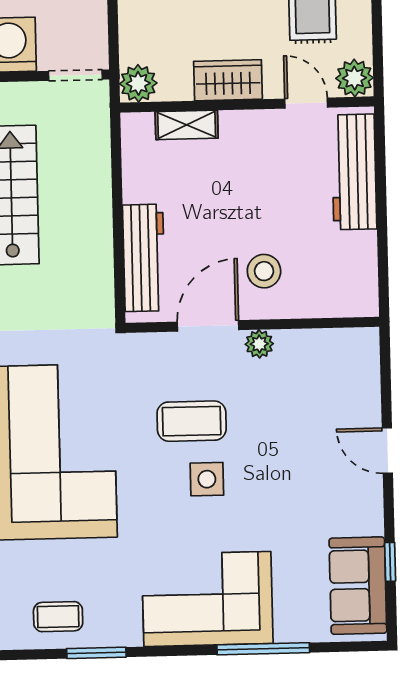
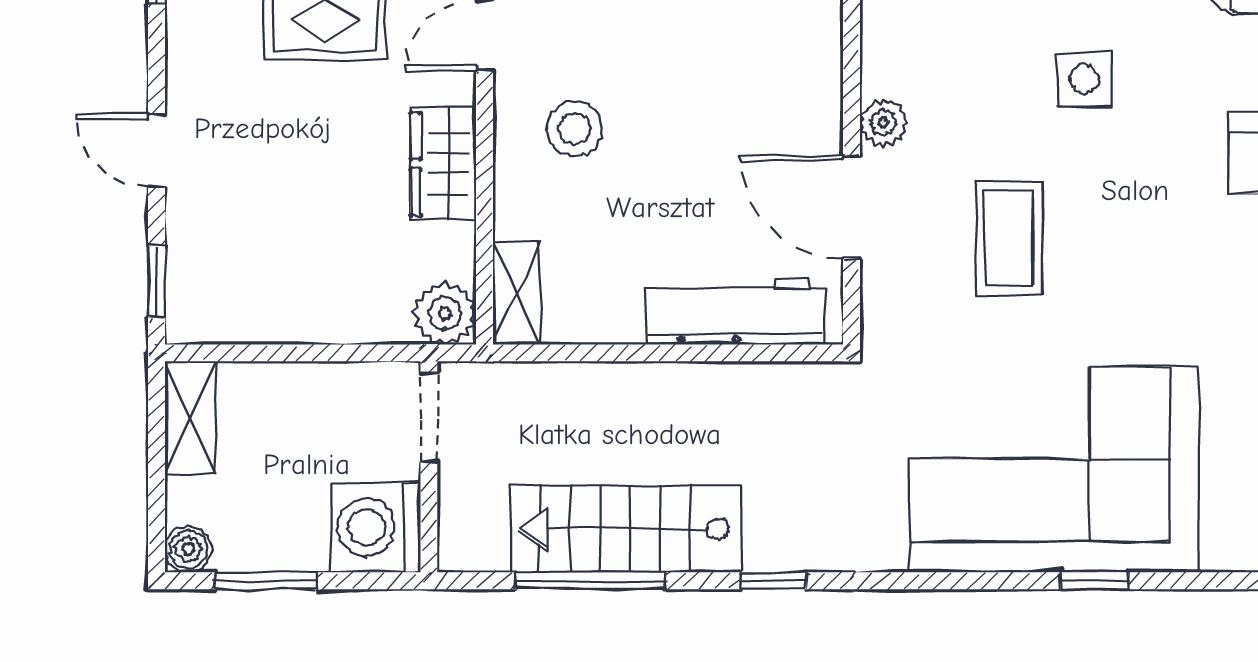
shelving: (187, 125) -> (516, 293), moved
stool: (264, 271) -> (575, 129), moved
side table: (207, 479) -> (1084, 79), moved

